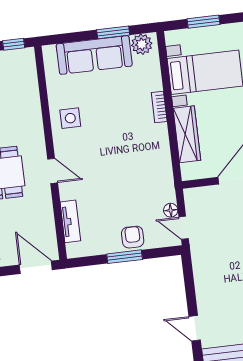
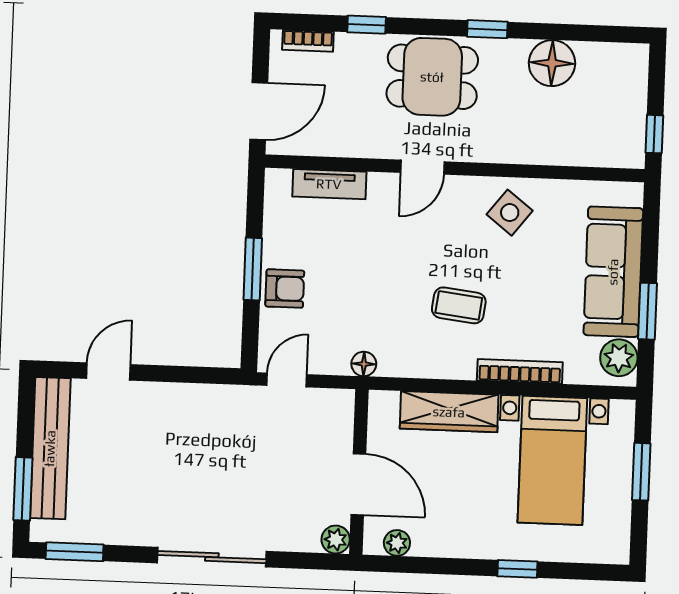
bookcase: (159, 107) -> (520, 371), width x1.56
side table: (70, 118) -> (510, 213), turned 38
coffee table: (127, 138) -> (459, 305), added
floor lamp: (171, 210) -> (364, 364), moved

